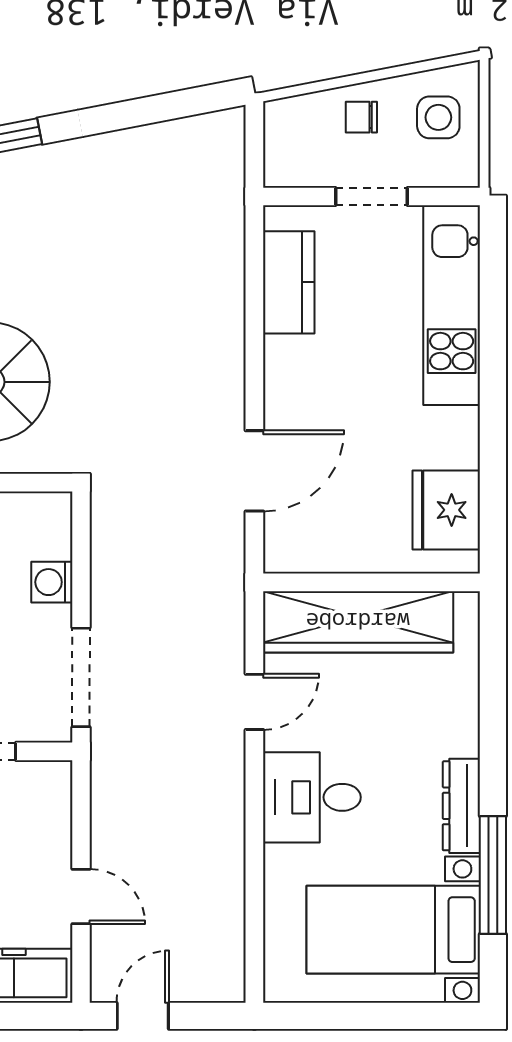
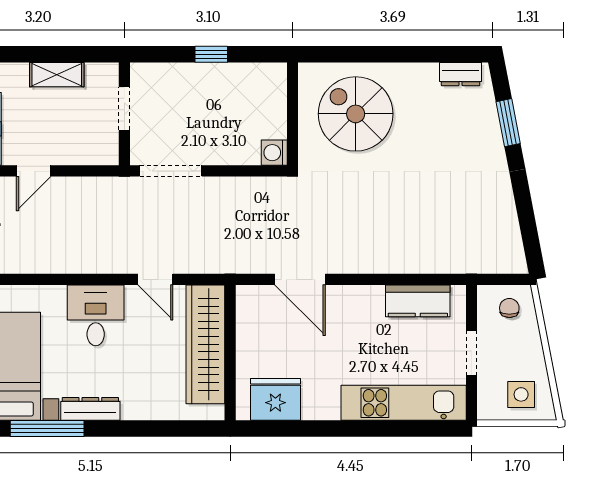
chair: (361, 117) -> (509, 308), moved
washing machine: (52, 582) -> (274, 153), moved, turned -90

